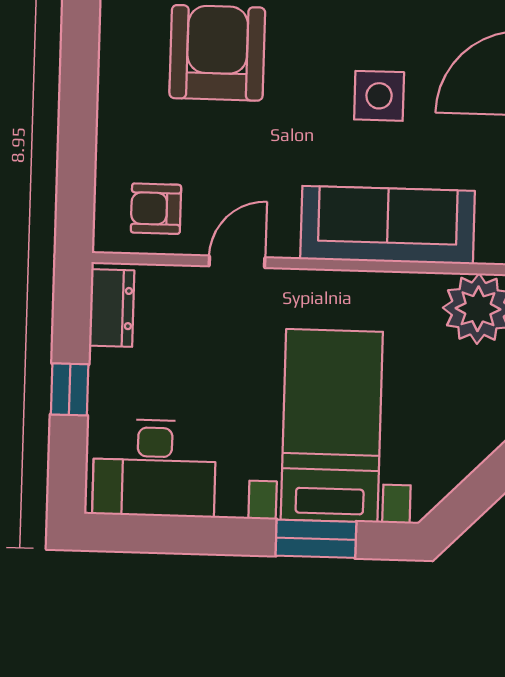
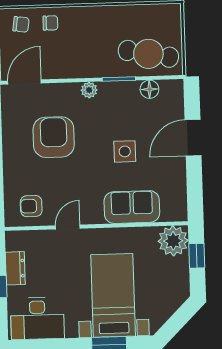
sofa: (388, 225) -> (132, 207), width x0.73
dresser: (112, 308) -> (15, 268), moved

